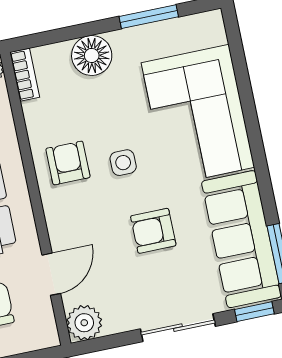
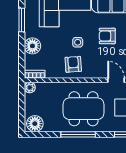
armchair: (68, 163) -> (73, 64), turned 86
armchair: (153, 231) -> (107, 36), turned 90

